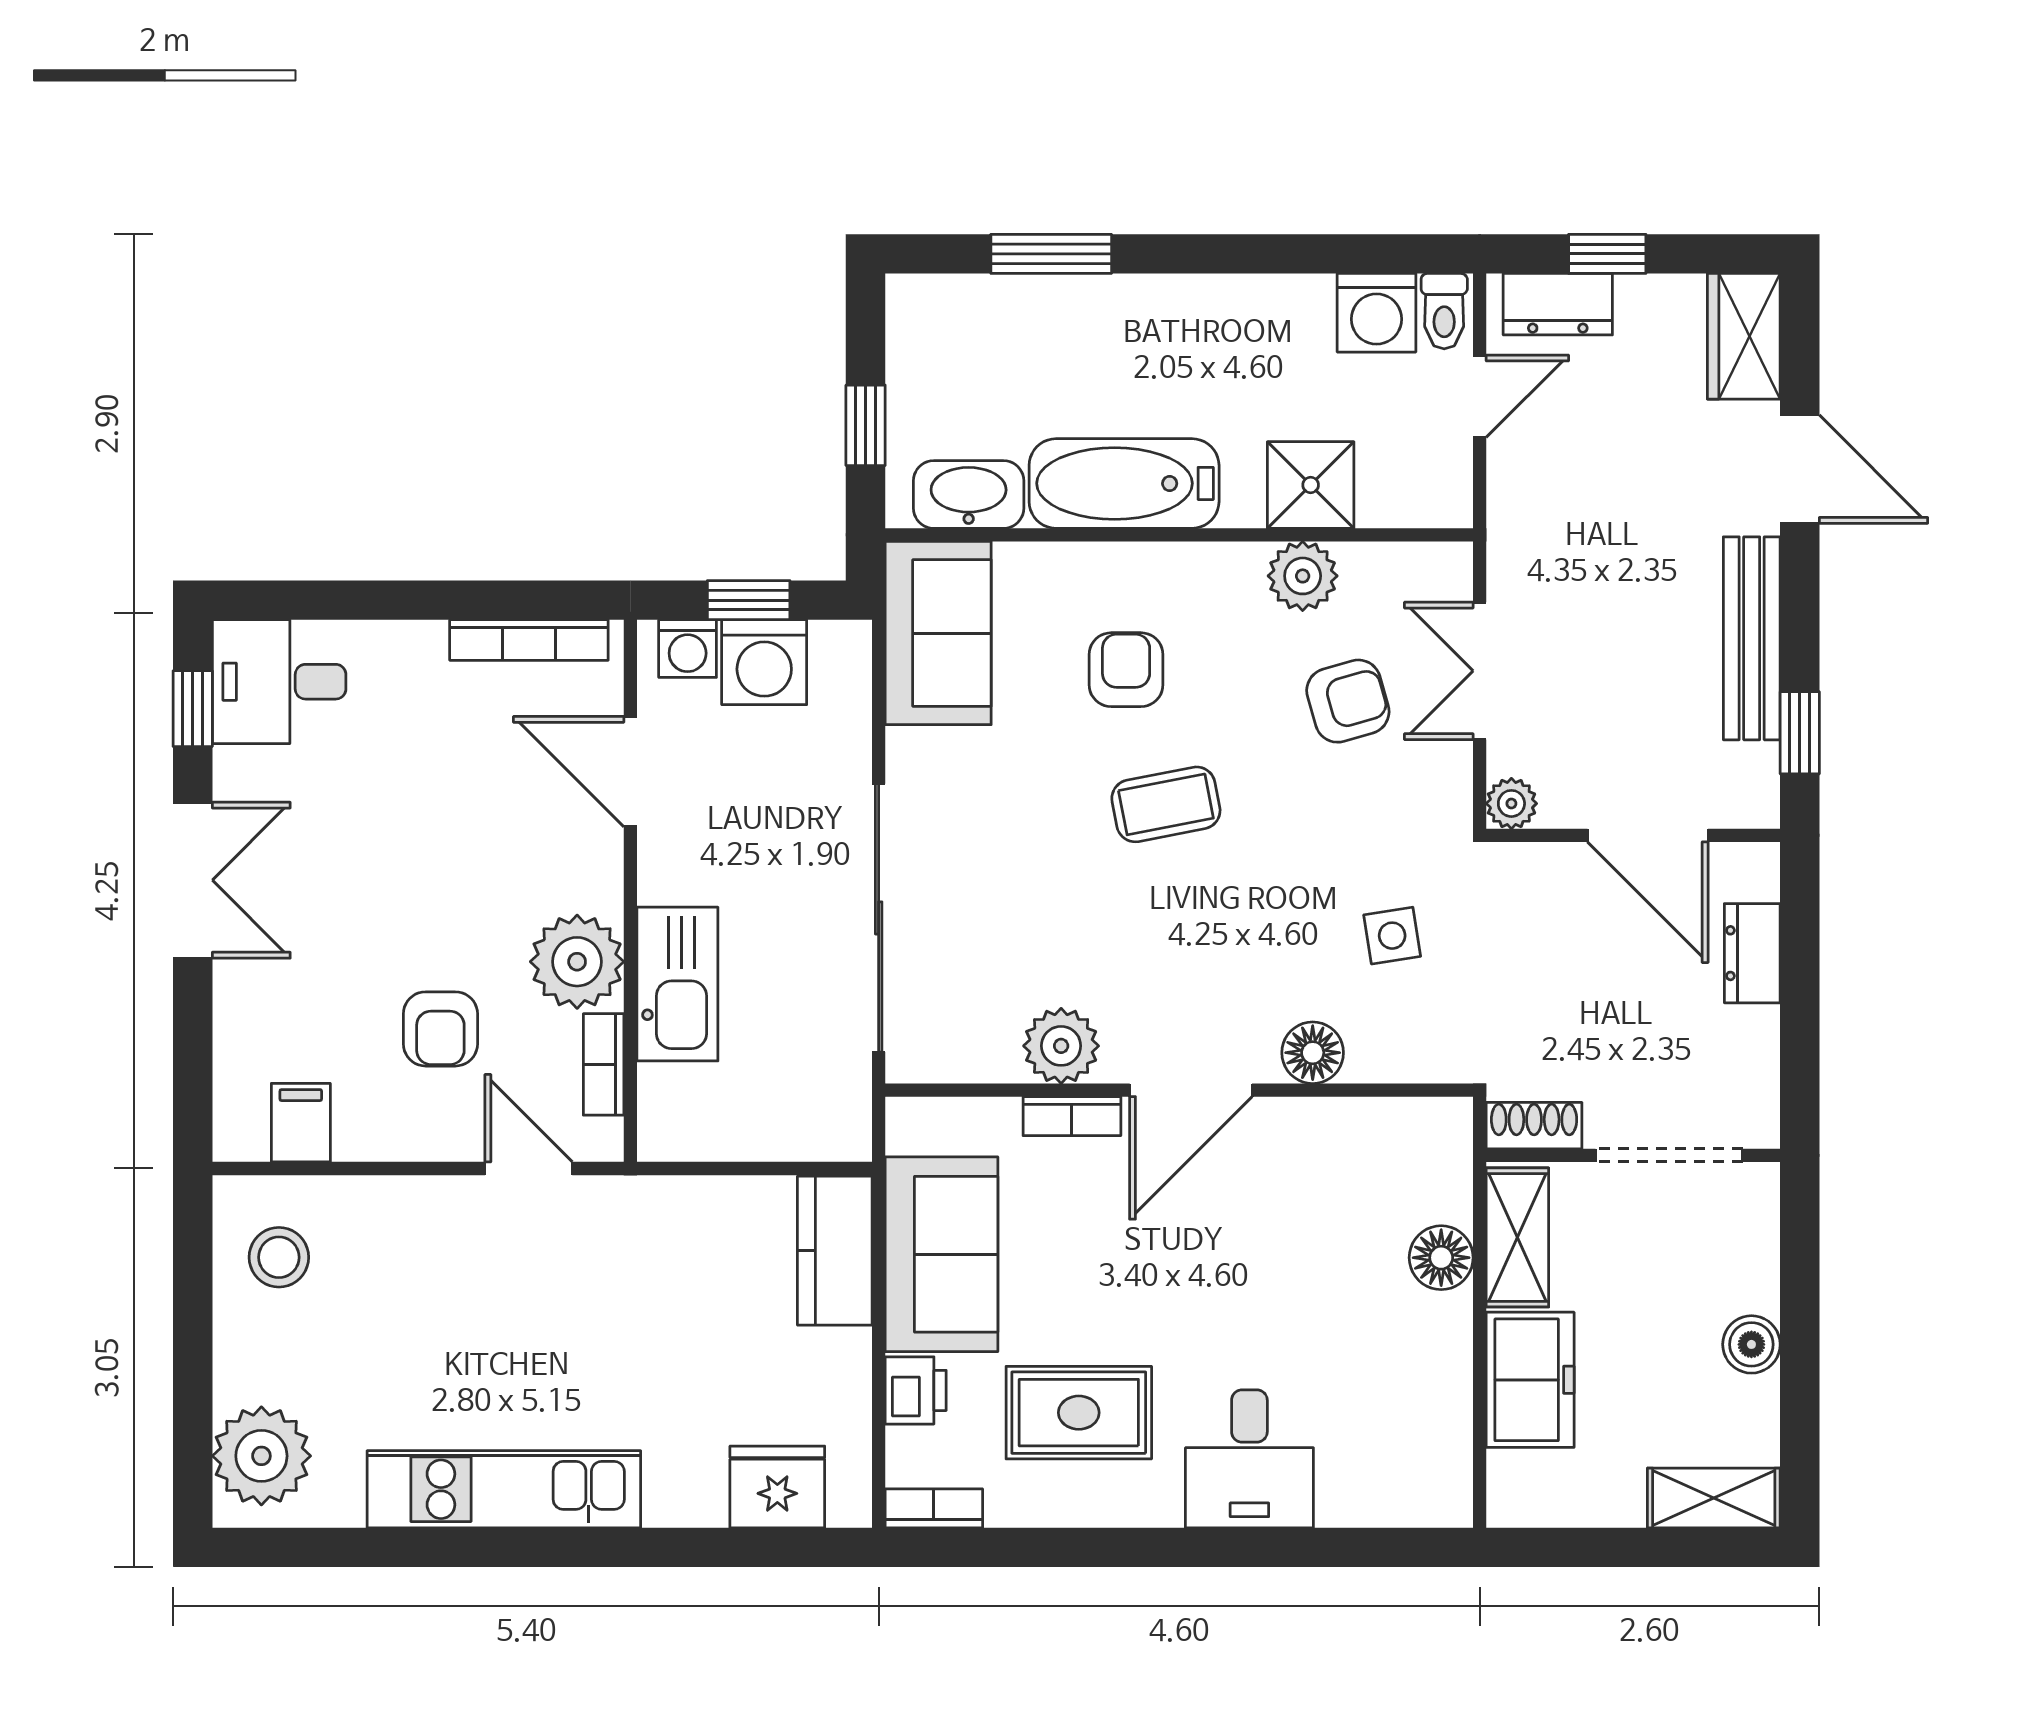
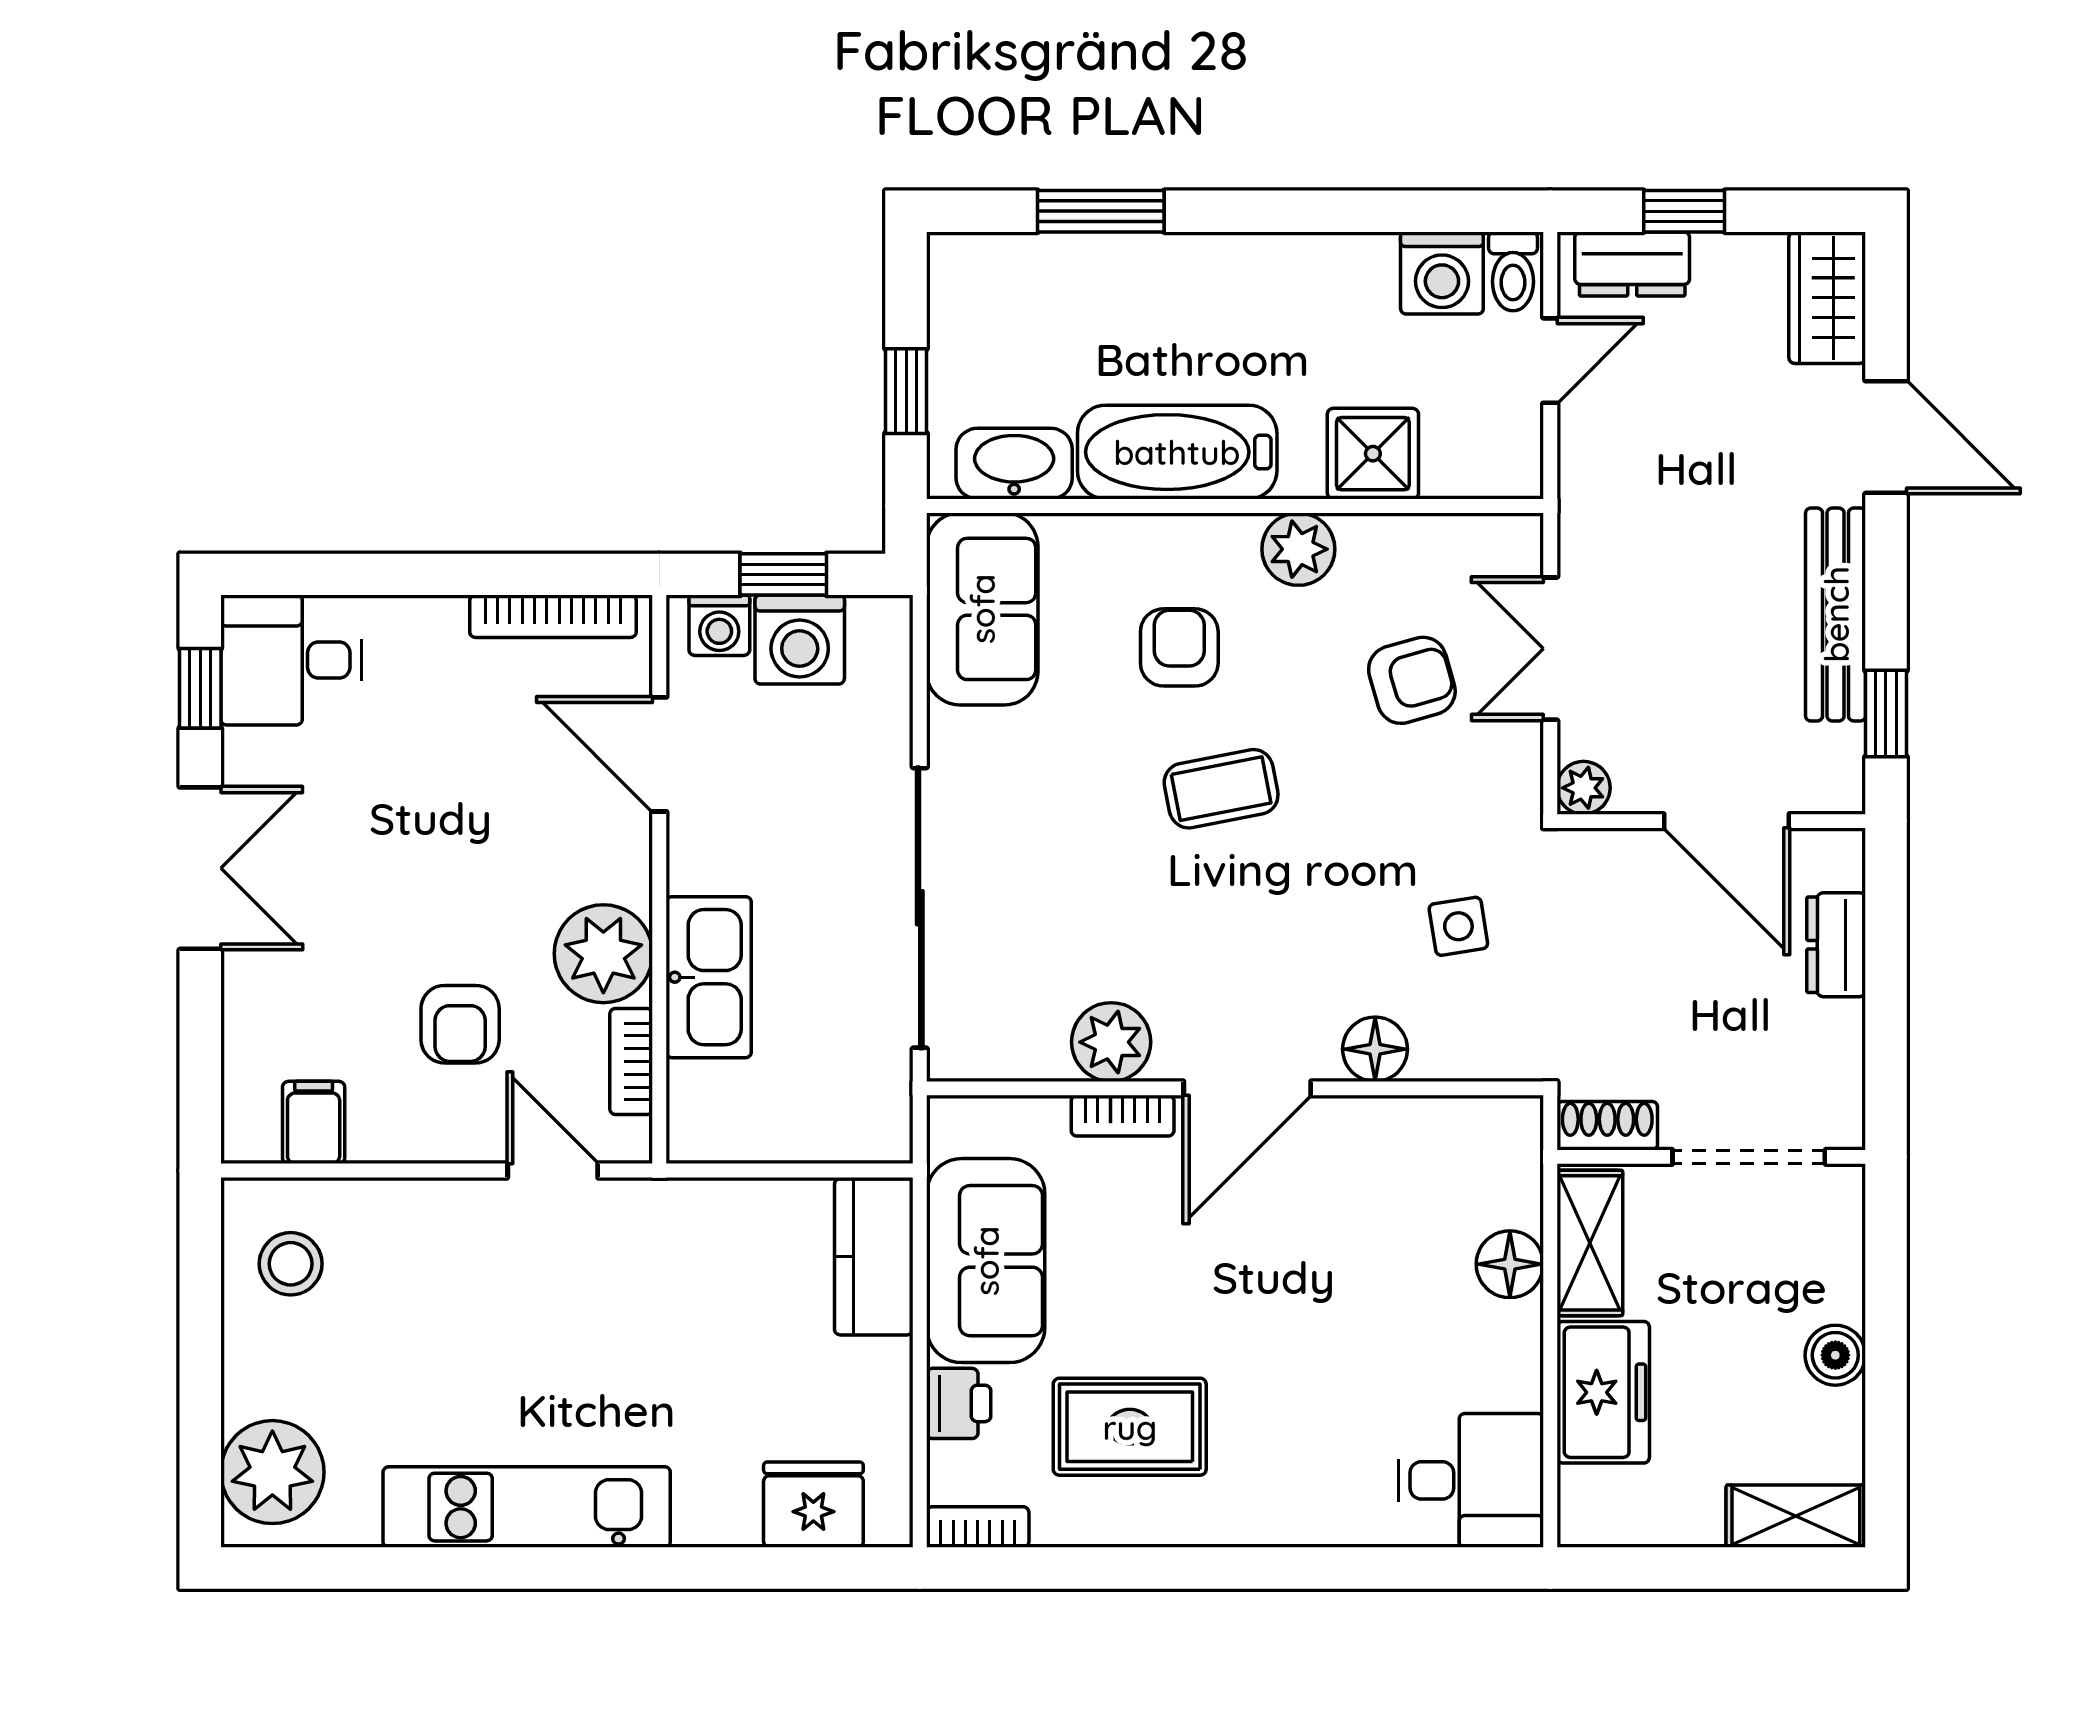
plant: (1303, 576) -> (1298, 549), moved
desk: (1249, 1459) -> (1471, 1480), moved, turned -90

